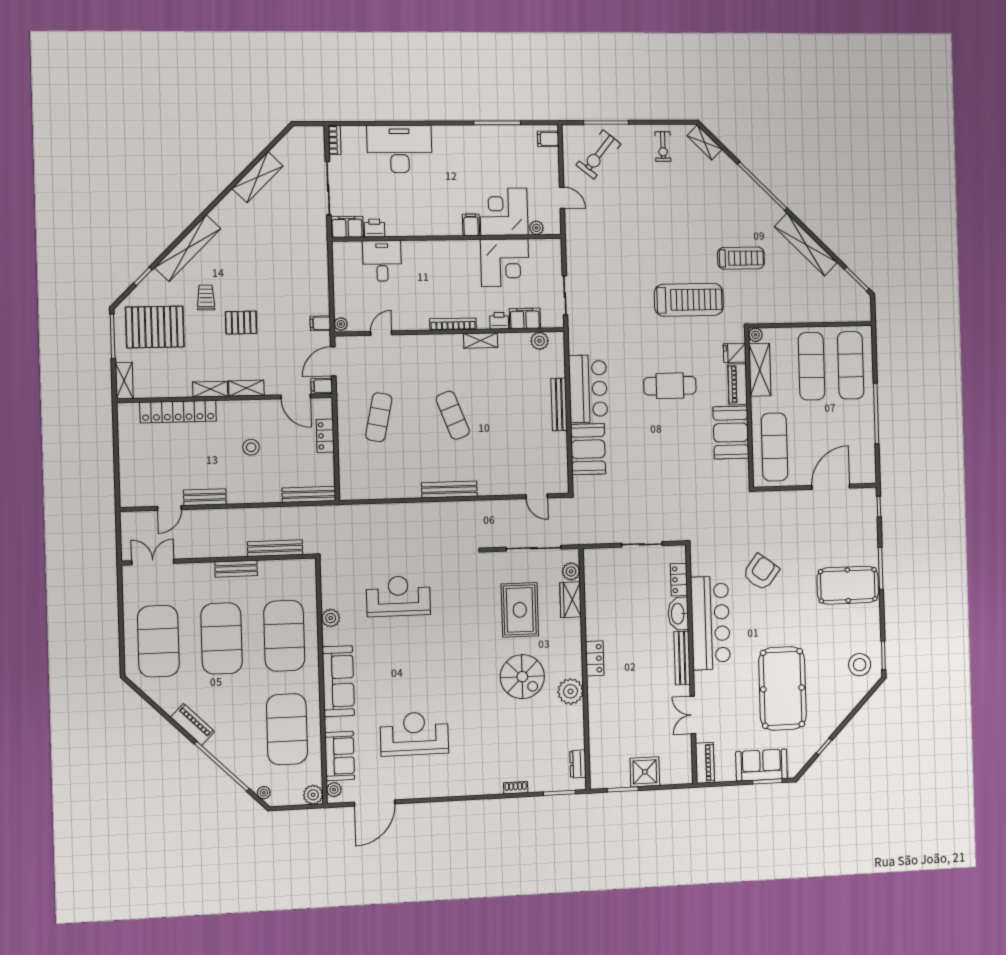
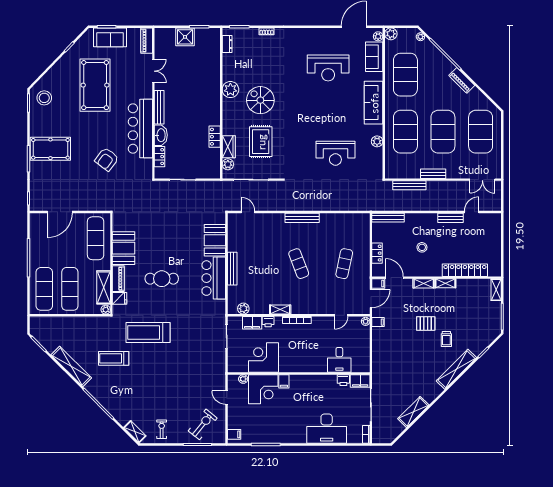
pallet: (155, 327) -> (477, 322), removed
locker: (595, 658) -> (215, 137), moved

